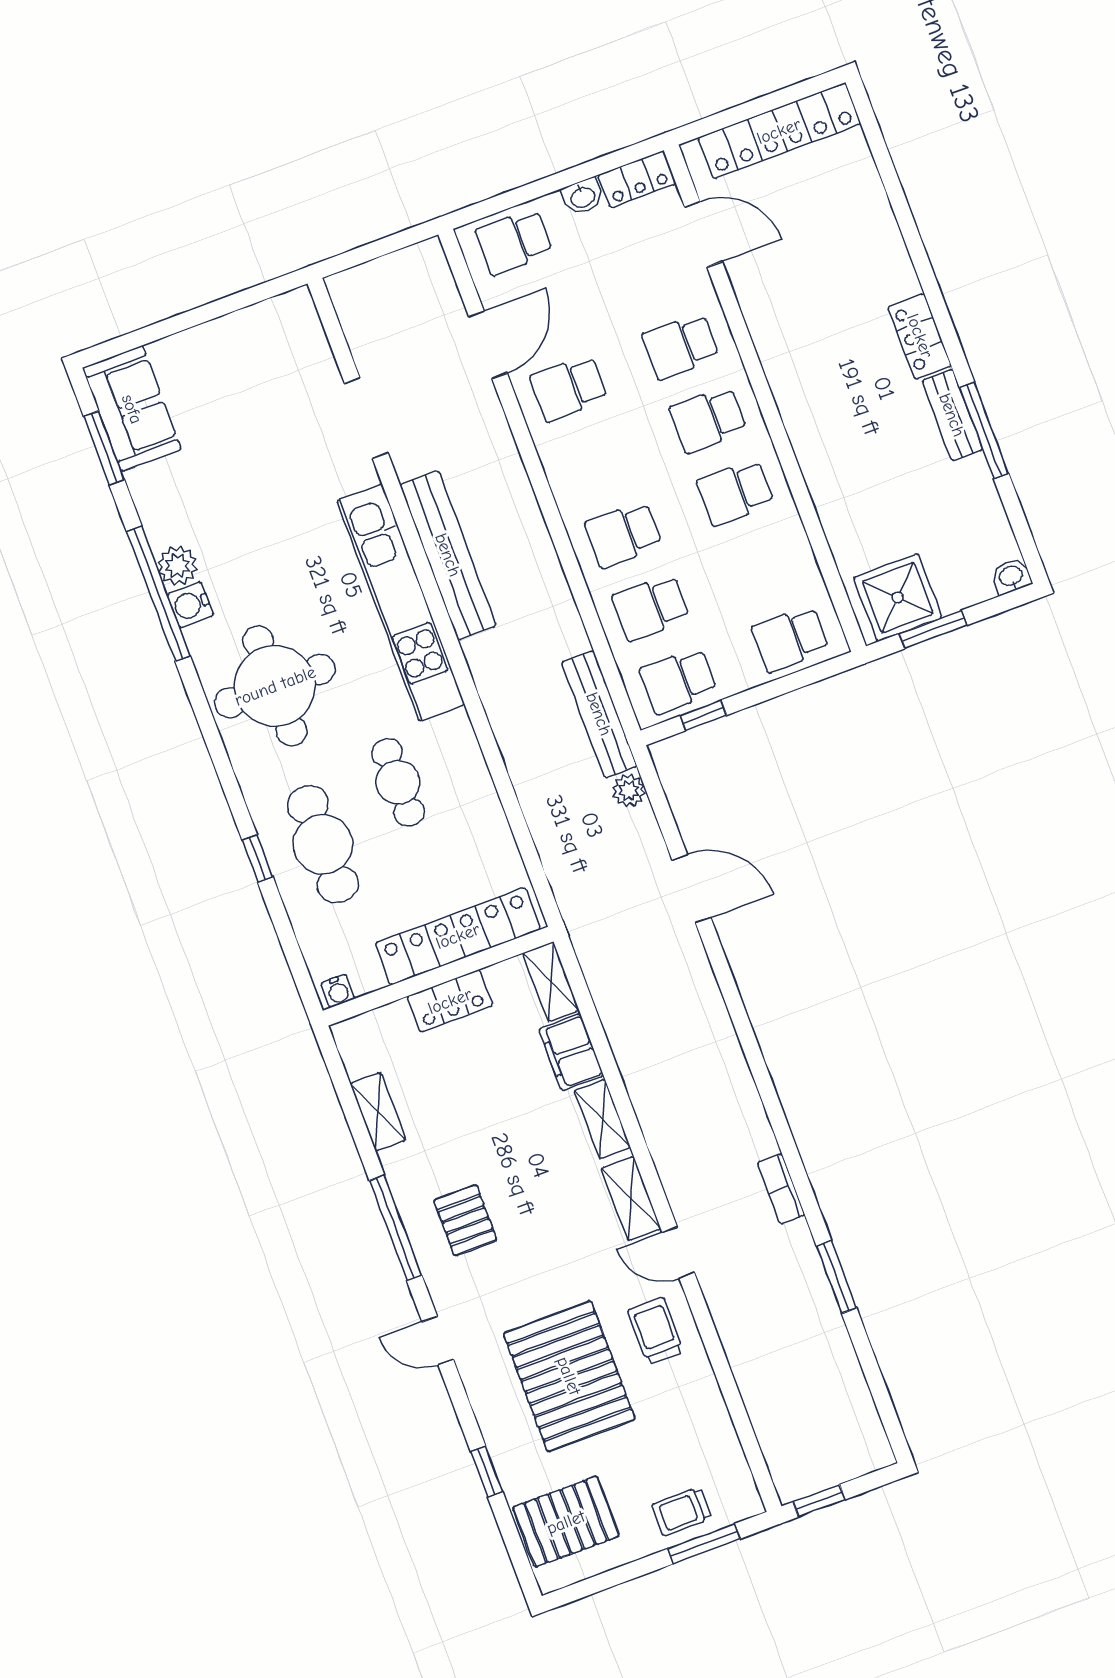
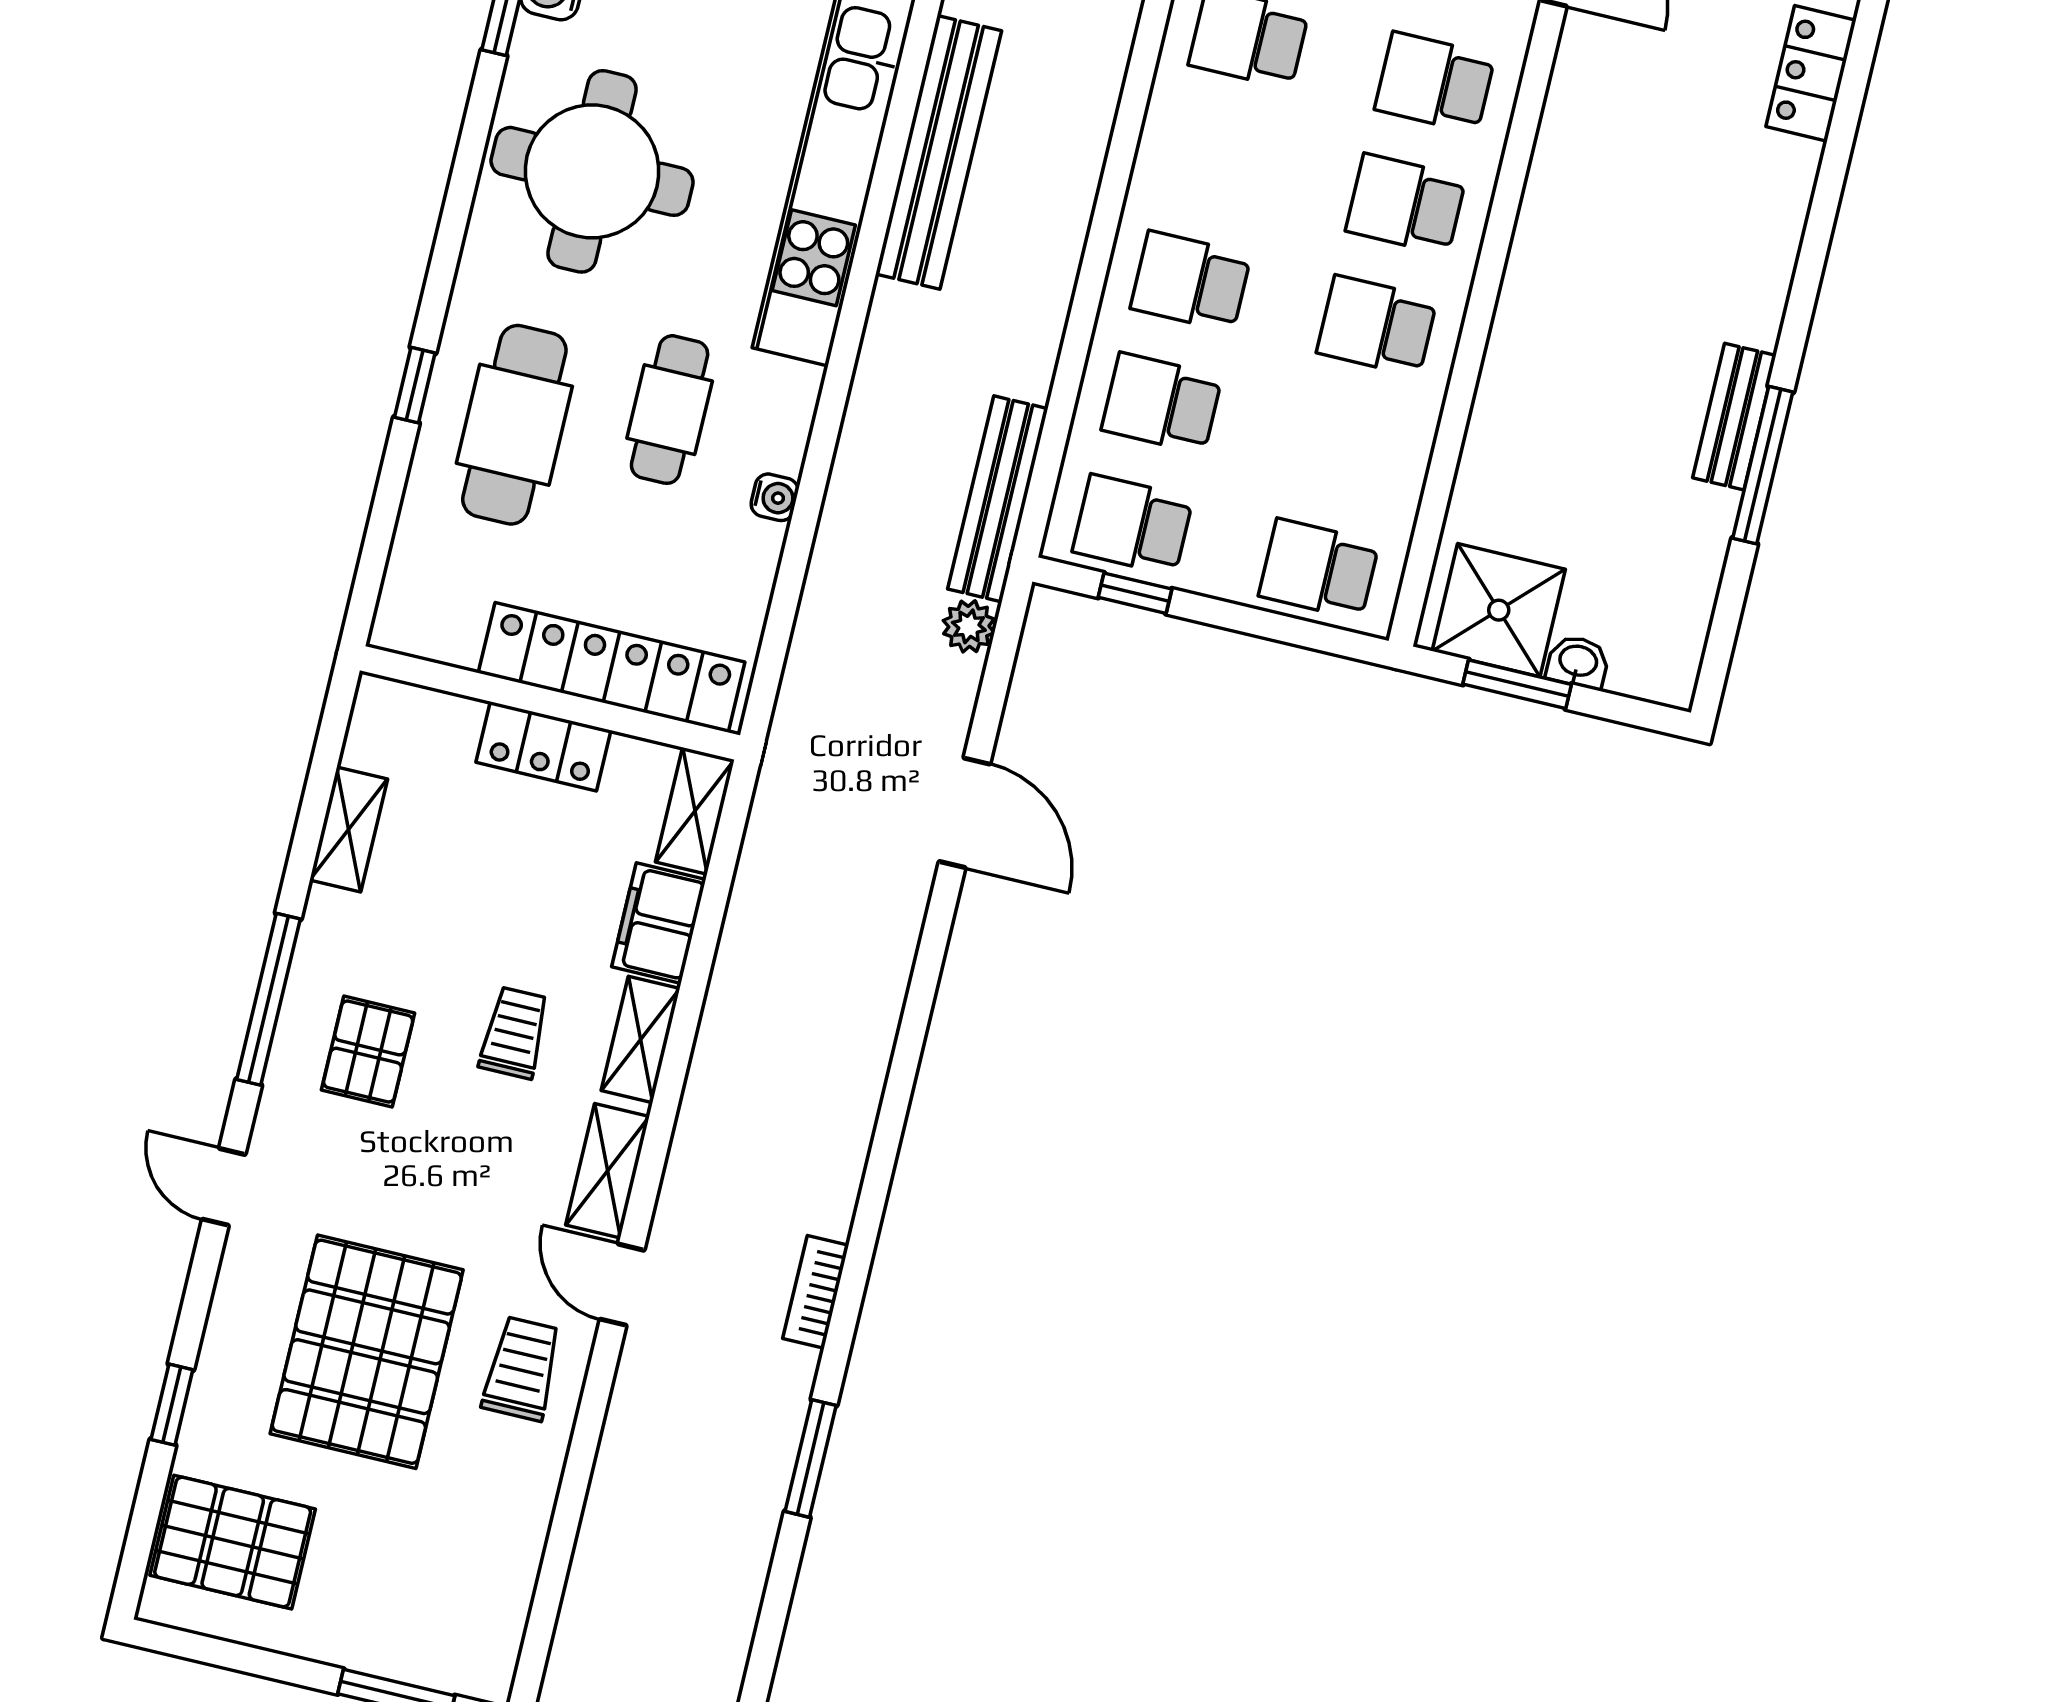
locker: (920, 336) -> (1811, 73), moved
washbasin: (1011, 577) -> (1578, 662), moved
water cooler: (338, 991) -> (775, 497), moved, turned -90
trolley: (682, 1511) -> (514, 1033), moved, turned 90

